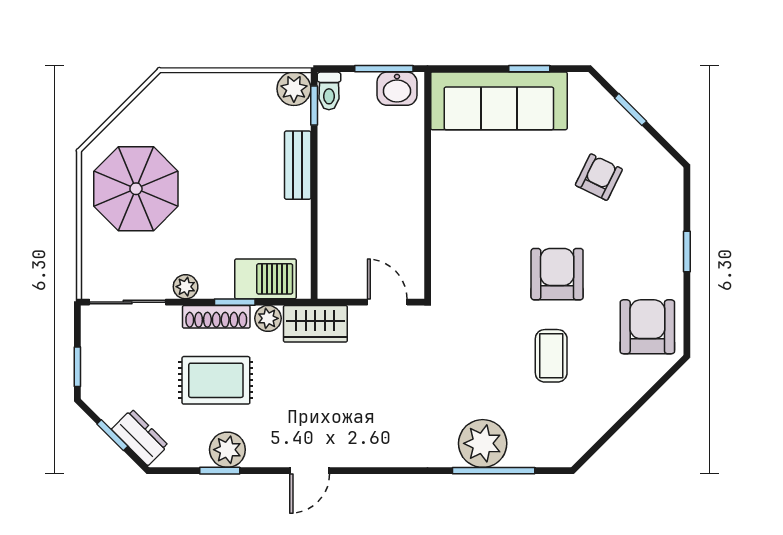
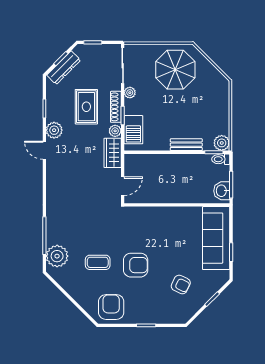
armchair: (647, 327) -> (111, 307), turned -90
dresser: (140, 437) -> (64, 68), width x1.44
plant: (483, 443) -> (57, 256), moved
plant: (227, 450) -> (54, 130), moved

